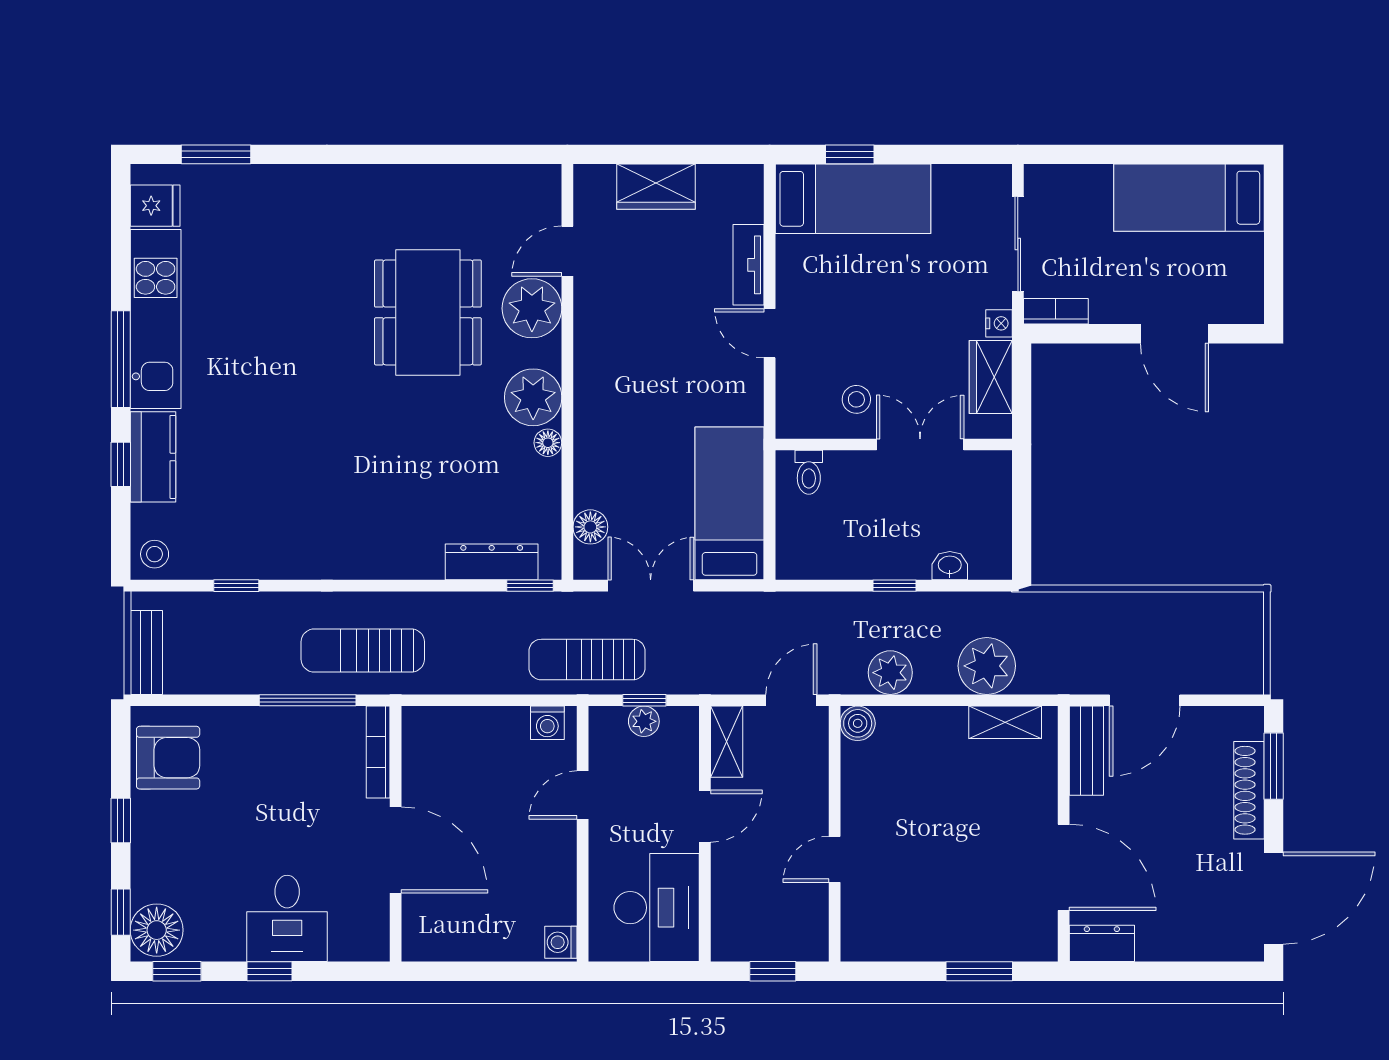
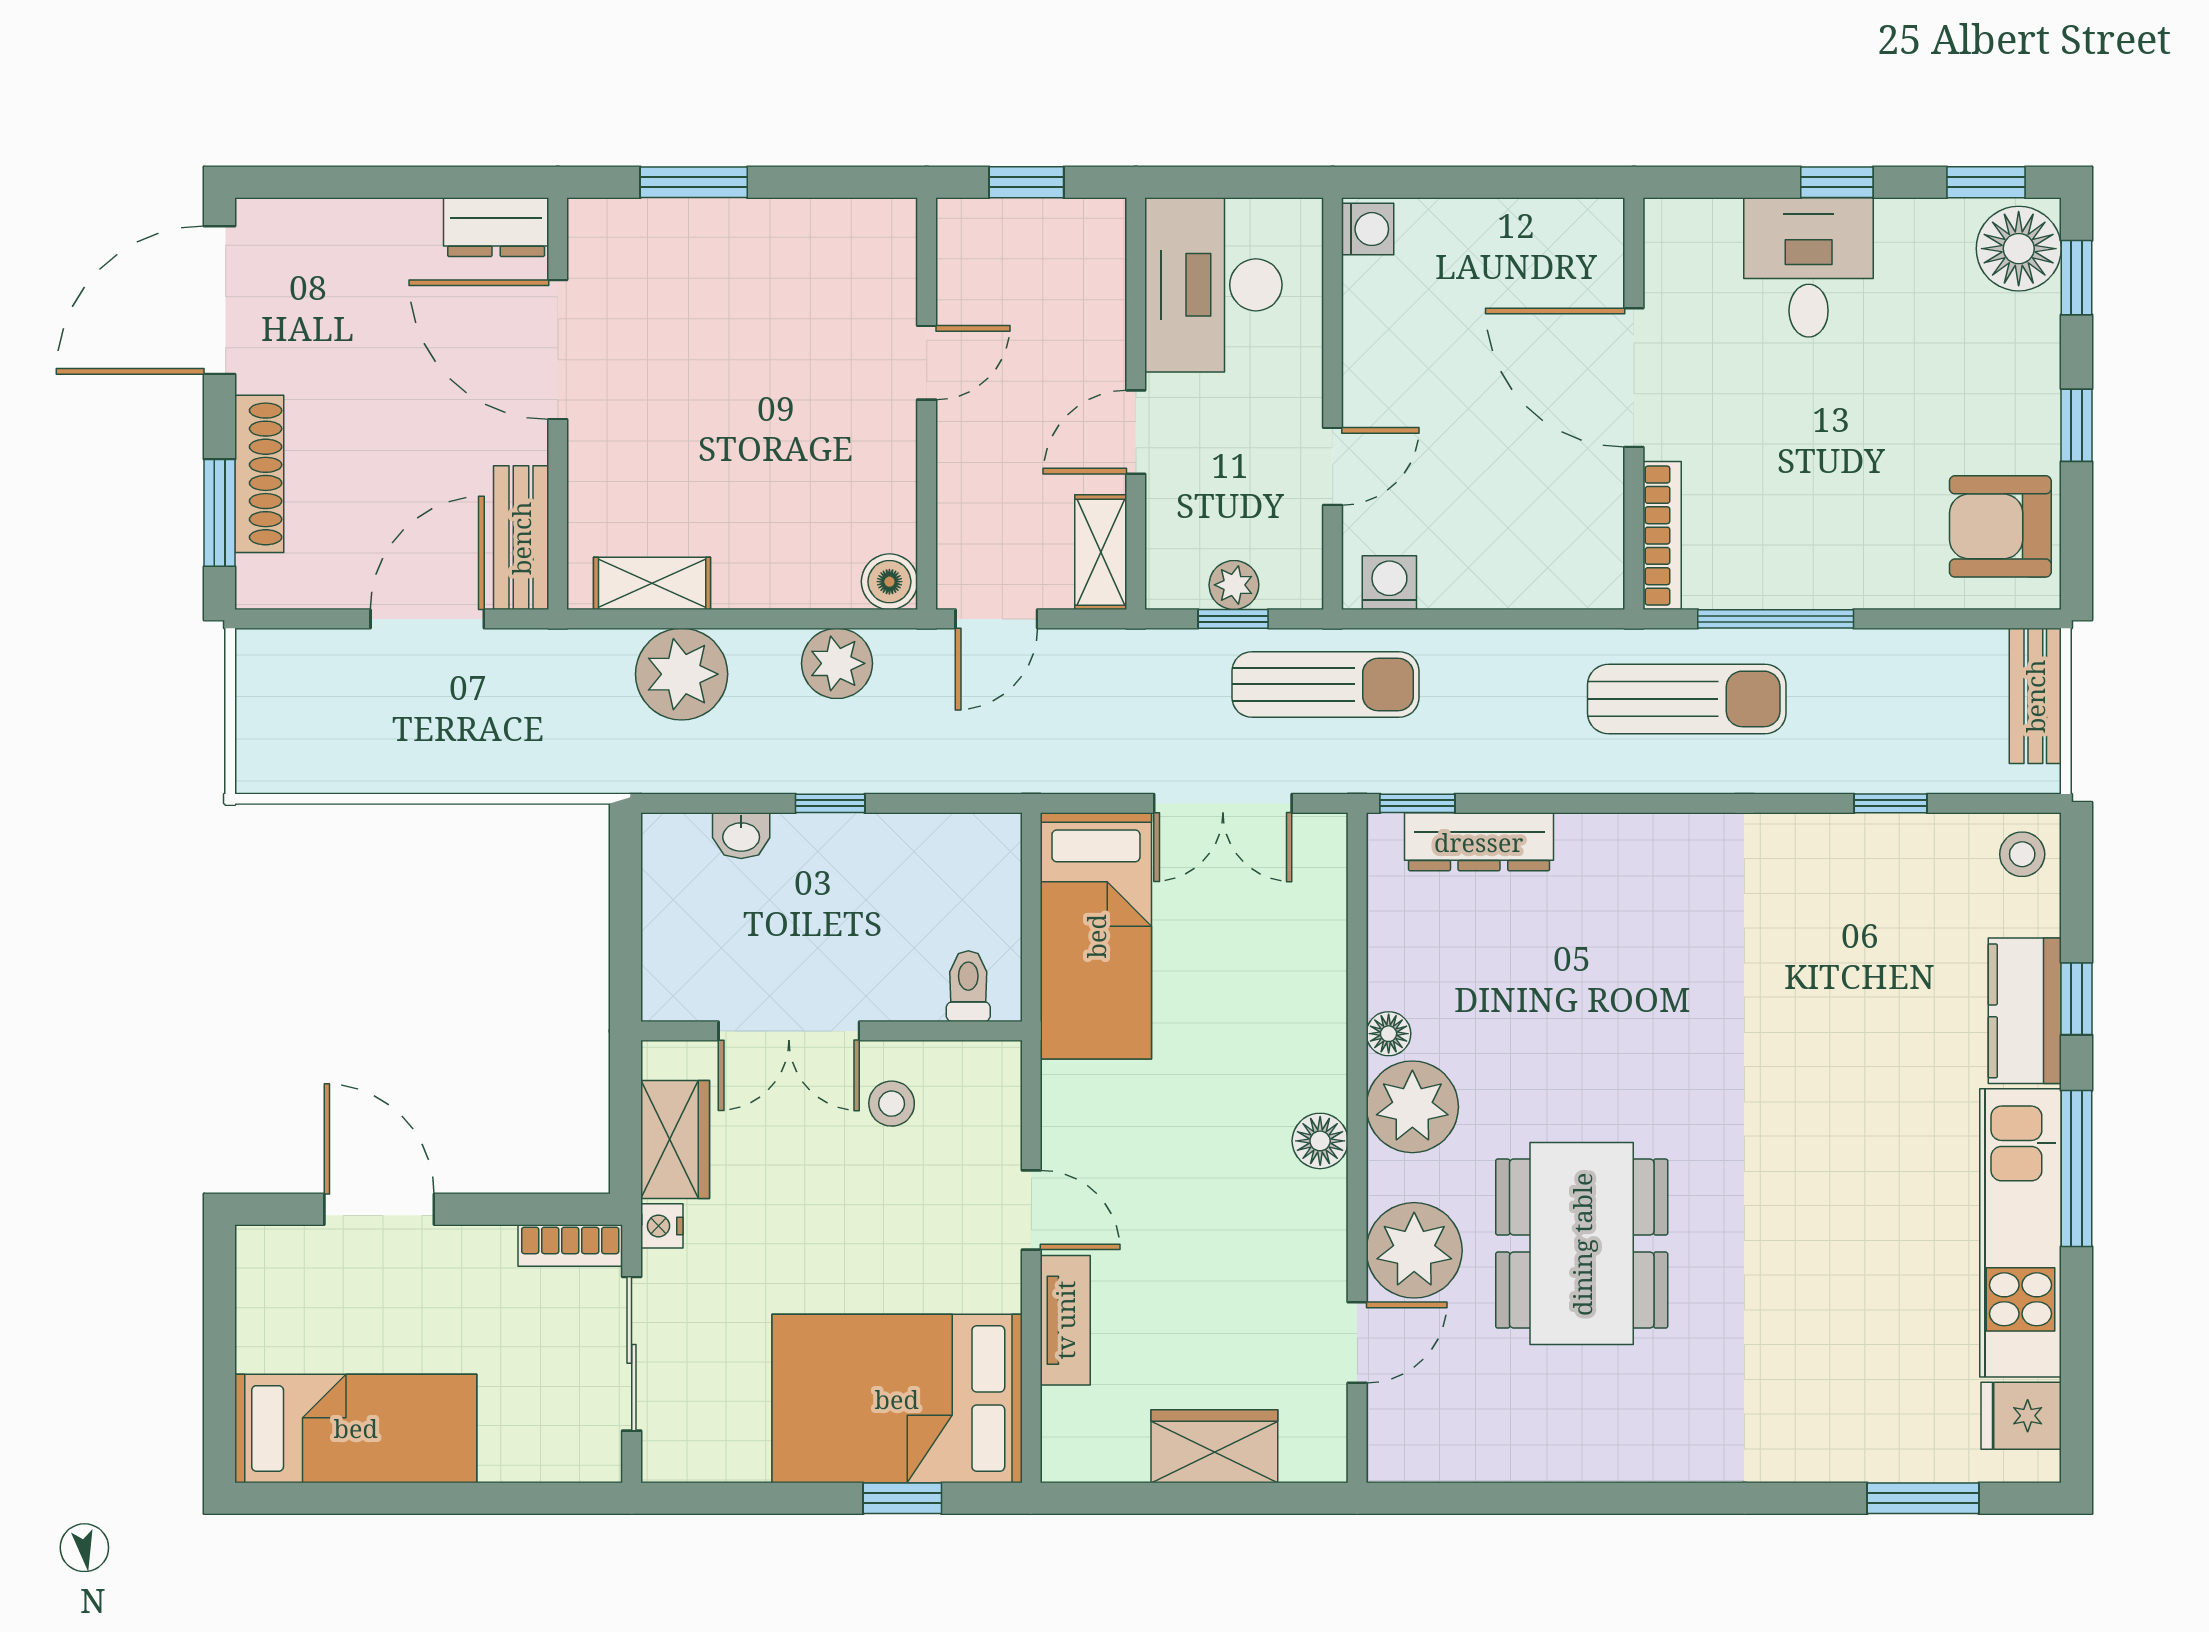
bed: (853, 199) -> (897, 1399), width x1.50
floor lamp: (590, 527) -> (1320, 1141), moved

